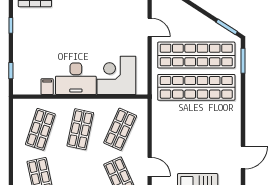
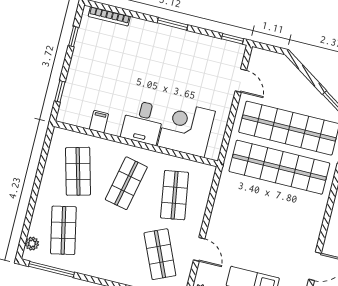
desk: (76, 79) -> (143, 122), width x0.73
shop shelf: (40, 129) -> (78, 171), turned -33
shop shelf: (120, 129) -> (175, 195), turned -33

